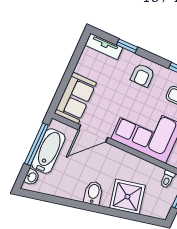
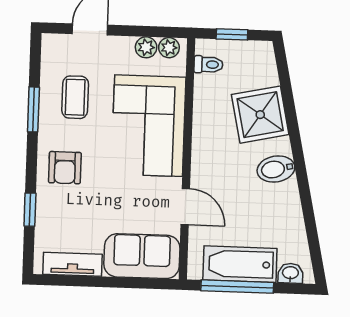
tv unit: (104, 46) -> (73, 264), moved, turned -90
armchair: (143, 75) -> (65, 168), turned 90
door: (93, 134) -> (185, 207), width x0.73

